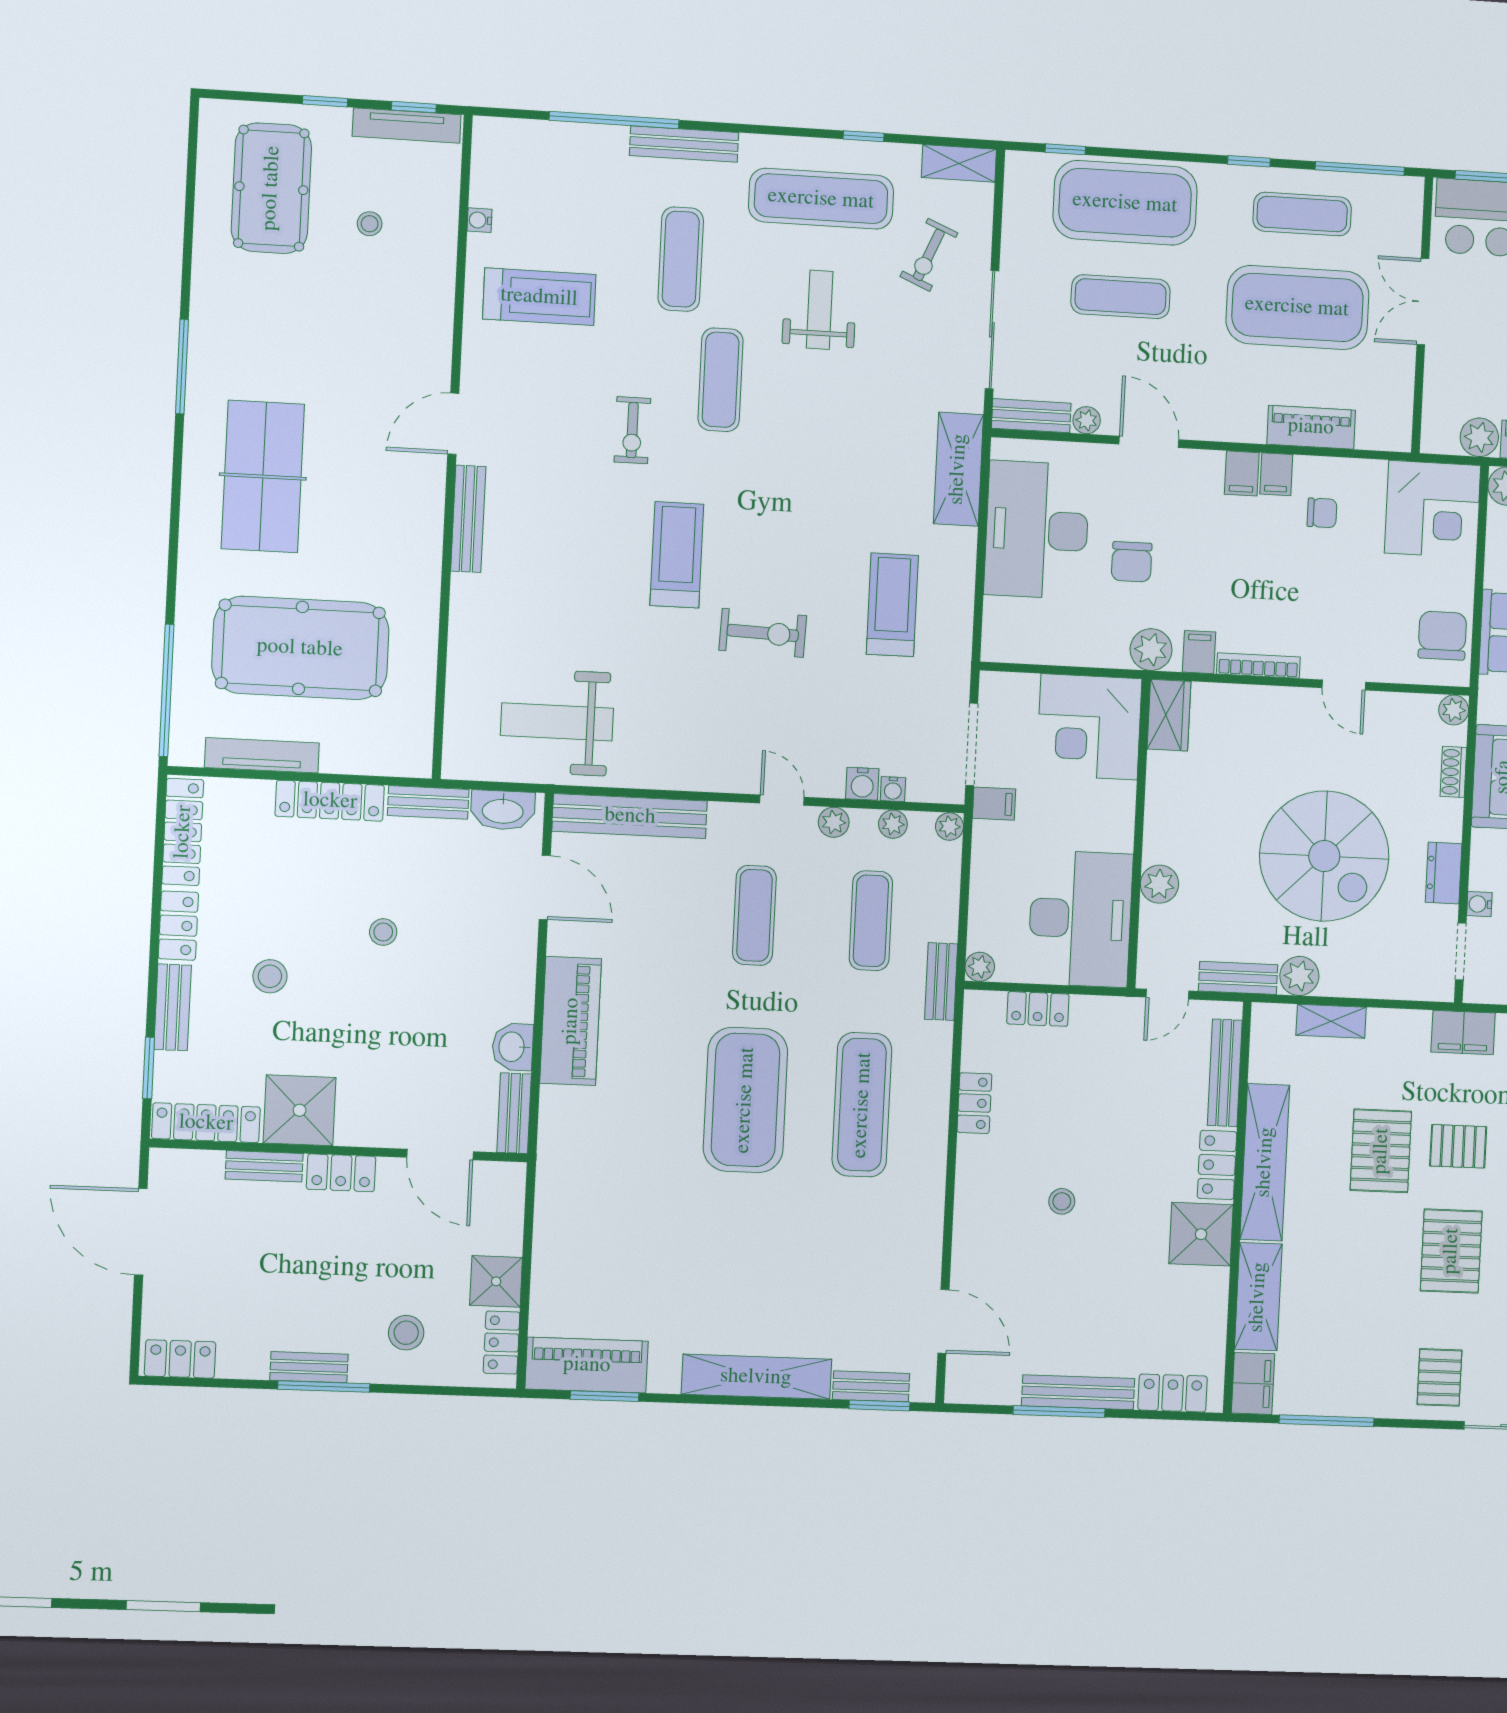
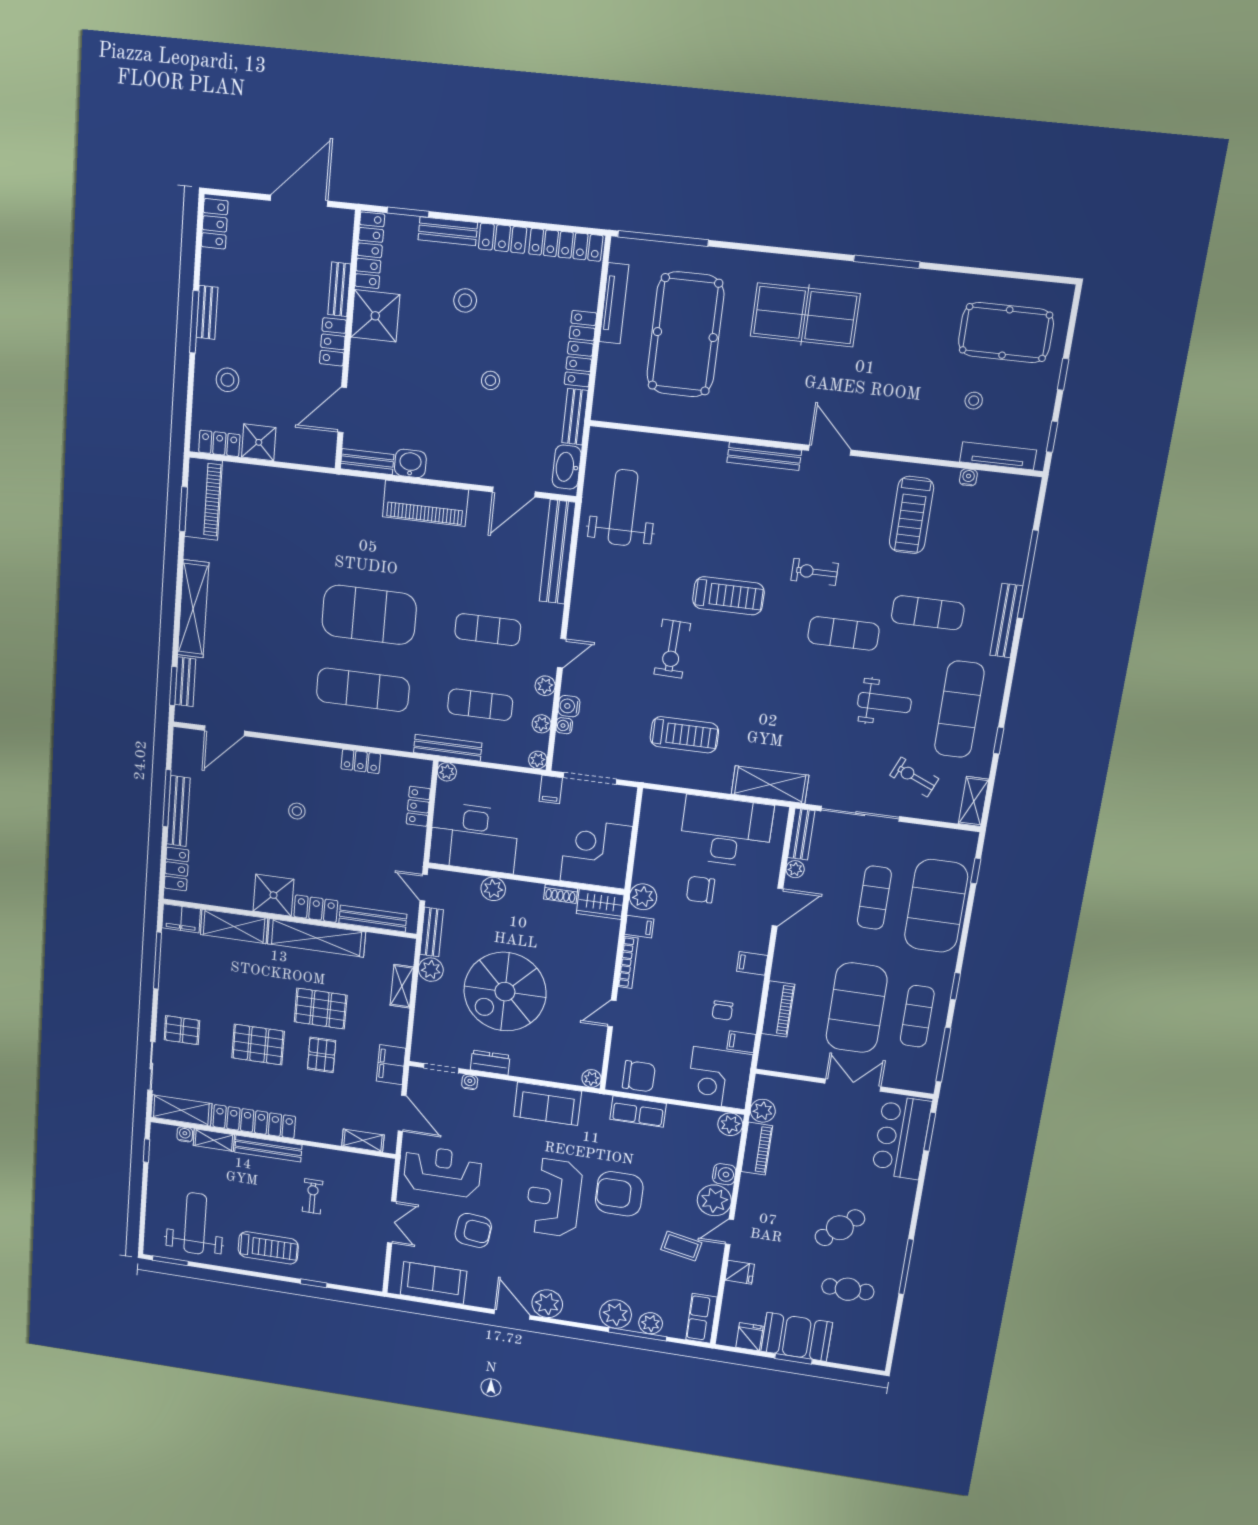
tv unit: (407, 125) -> (998, 456), moved, turned 90
filing cabinet: (1276, 474) -> (741, 1042), moved
shoe rack: (1453, 772) -> (561, 894), moved, turned 180
bench: (941, 982) -> (448, 748), width x1.36

